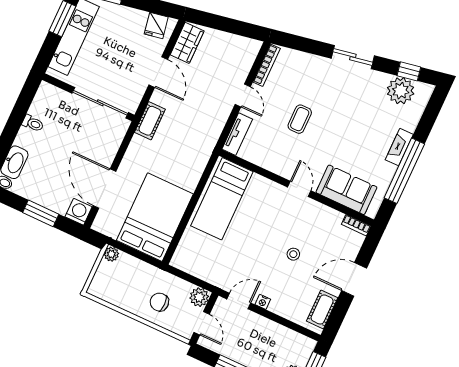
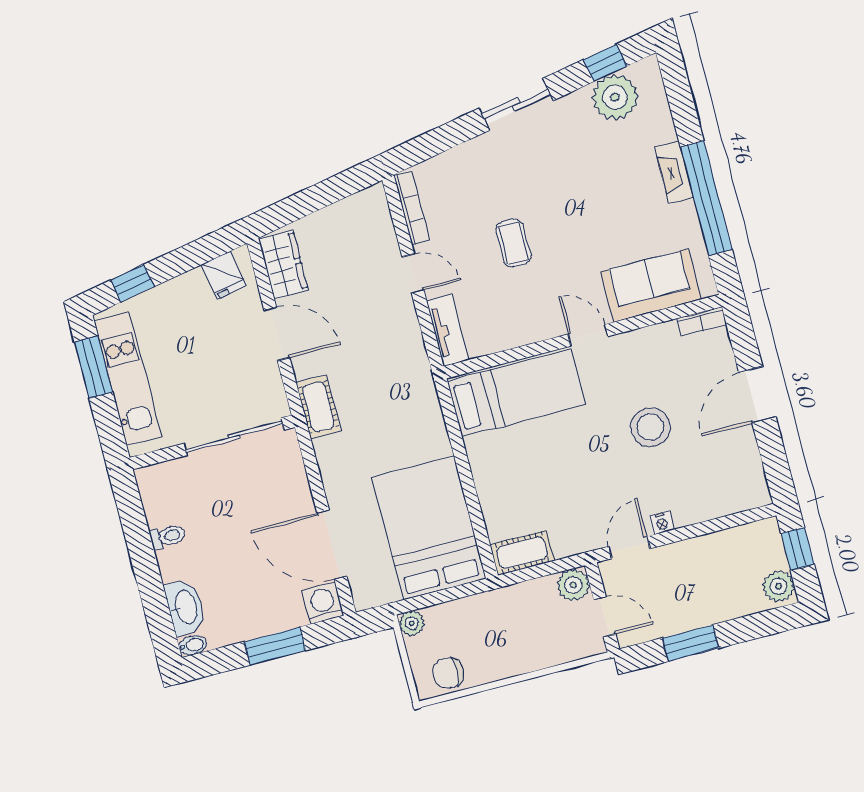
bed: (222, 199) -> (516, 393), moved, turned -90
stool: (293, 254) -> (650, 427), width x1.89, depth x1.89
chair: (159, 302) -> (448, 673), moved
cot: (322, 309) -> (522, 553), moved, turned 90

